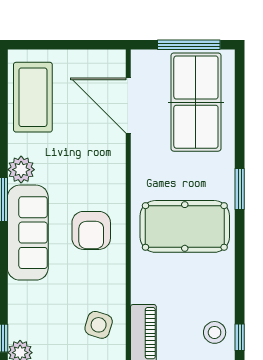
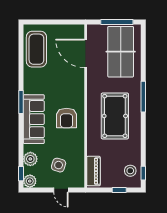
plant: (21, 170) -> (30, 159), moved
window: (240, 189) -> (143, 97), width x1.44
pool table: (185, 226) -> (115, 116), turned 90
side table: (99, 325) -> (59, 165), moved

